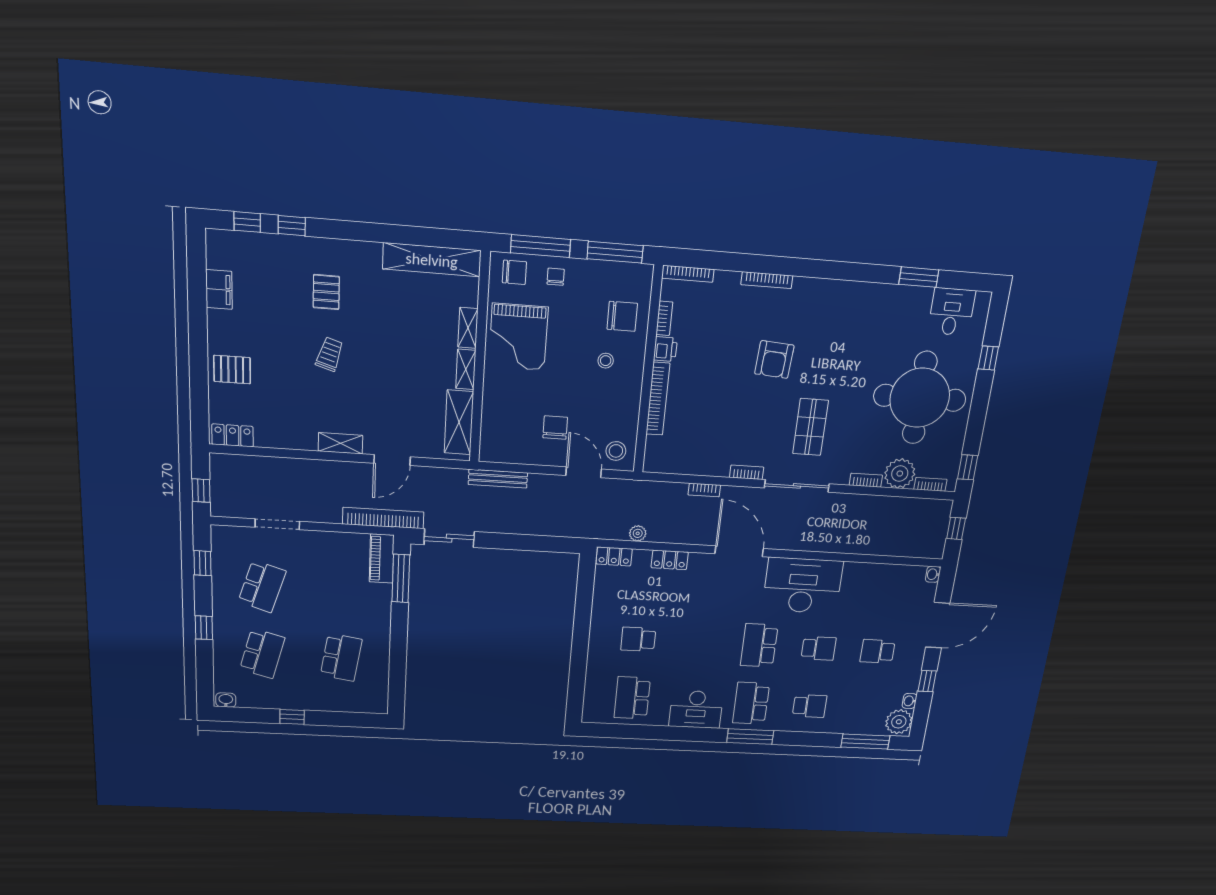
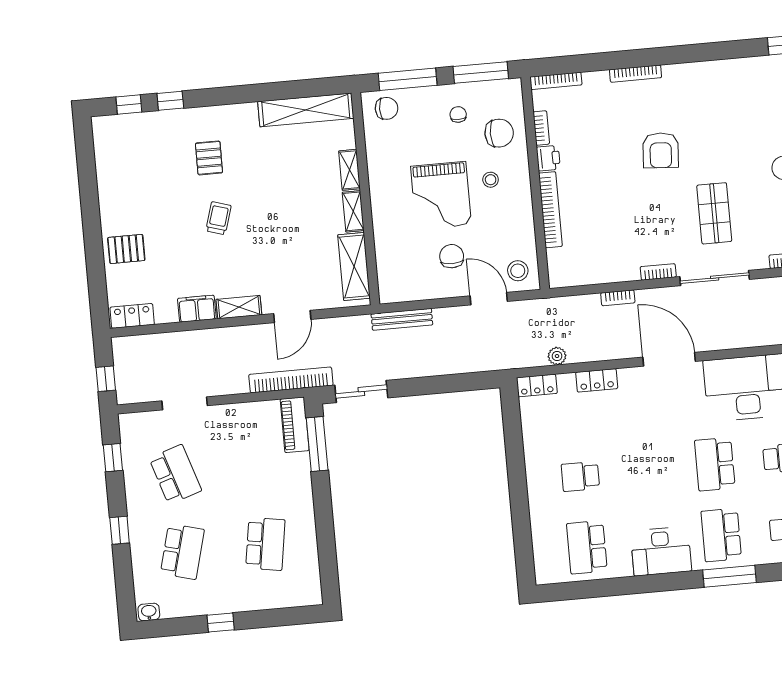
chair: (556, 277) -> (458, 114), moved
filing cabinet: (219, 289) -> (197, 309), moved, turned -90
grand piano: (518, 337) -> (441, 195), moved
school desk: (262, 586) -> (175, 474), turned -36

